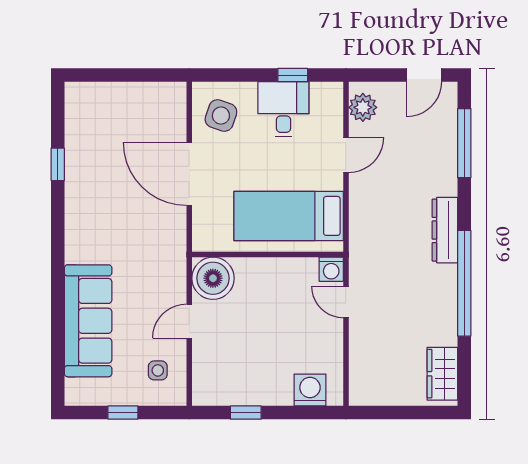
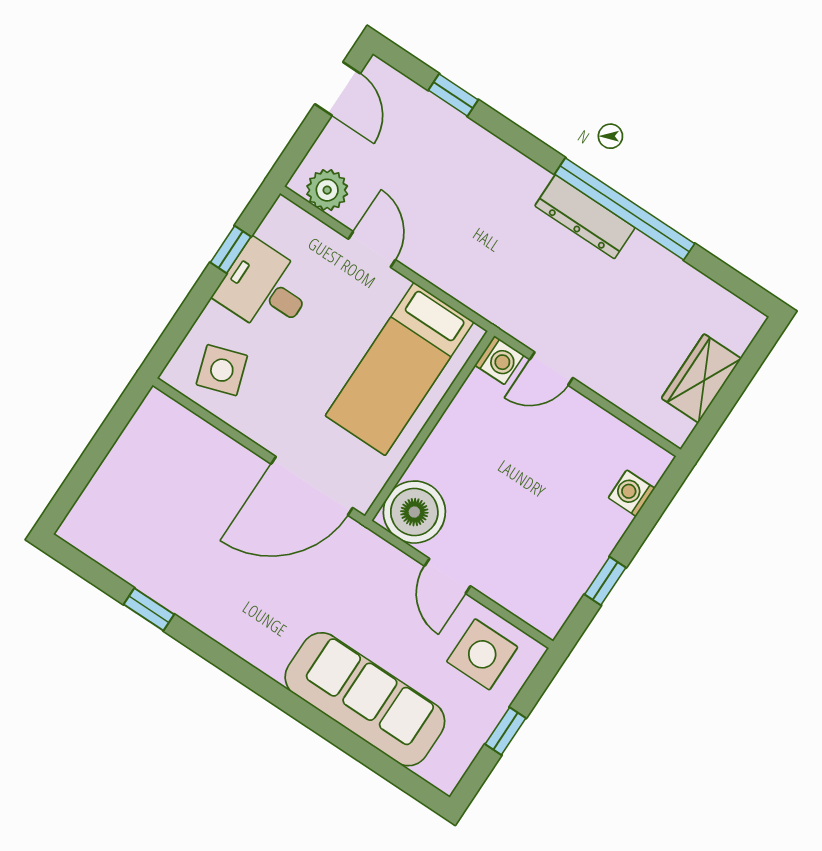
side table: (221, 116) -> (222, 370), turned -37
window: (464, 143) -> (453, 95), width x0.46
door: (189, 174) -> (312, 486), moved
dresser: (445, 230) -> (585, 217), moved
side table: (158, 370) -> (482, 654), width x1.87, depth x1.87
wardrobe: (442, 374) -> (701, 378), moved, turned 90
washing machine: (310, 390) -> (632, 493), width x0.73, depth x0.73

